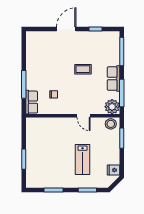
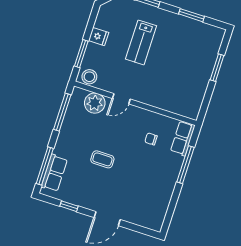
row of seats: (113, 79) -> (54, 173), moved
plant: (112, 107) -> (95, 103), moved
door: (83, 116) -> (121, 99), swing flipped
lab bench: (83, 160) -> (141, 42), turned 180
fridge: (113, 170) -> (99, 37), moved

